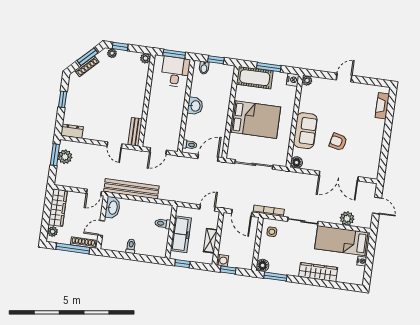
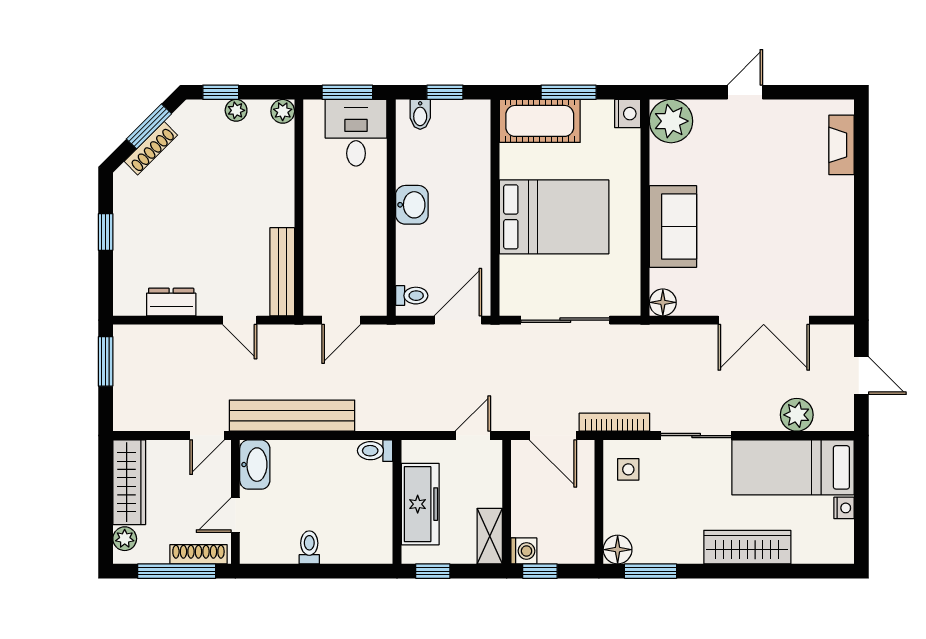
plant: (112, 53) -> (236, 110), moved
plant: (307, 81) -> (671, 121), width x1.87, depth x1.87
dresser: (72, 131) -> (171, 302), moved
bench: (135, 132) -> (282, 272), width x1.36
armchair: (338, 142) -> (752, 242), removed
plant: (65, 157) -> (129, 363), removed
toilet: (163, 224) -> (375, 451), moved
shelving: (210, 241) -> (490, 536), moved

